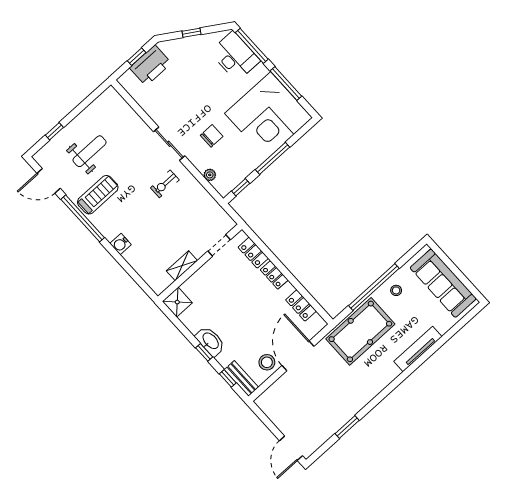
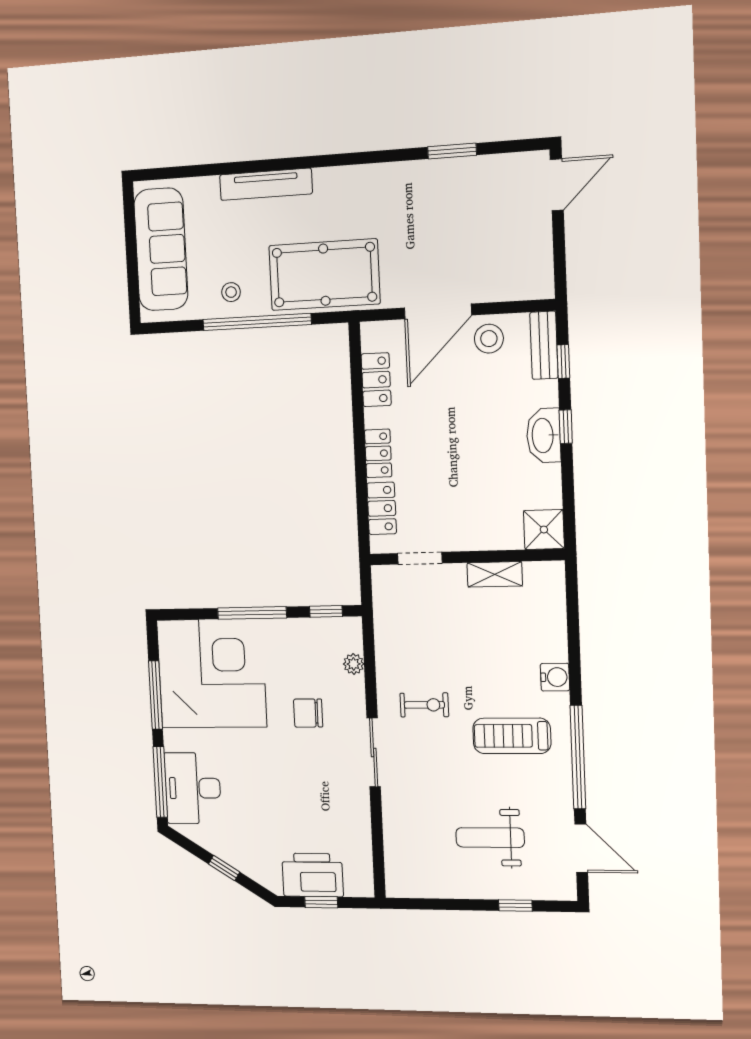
treadmill: (98, 195) -> (512, 736), moved

